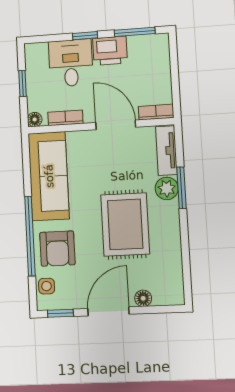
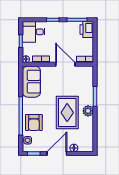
printer: (110, 51) -> (87, 29), moved, turned 90
desk: (71, 63) -> (34, 32), moved, turned -90
tv unit: (166, 151) -> (89, 78), removed
sofa: (49, 176) -> (31, 82), width x0.73
plant: (167, 188) -> (88, 111), moved

